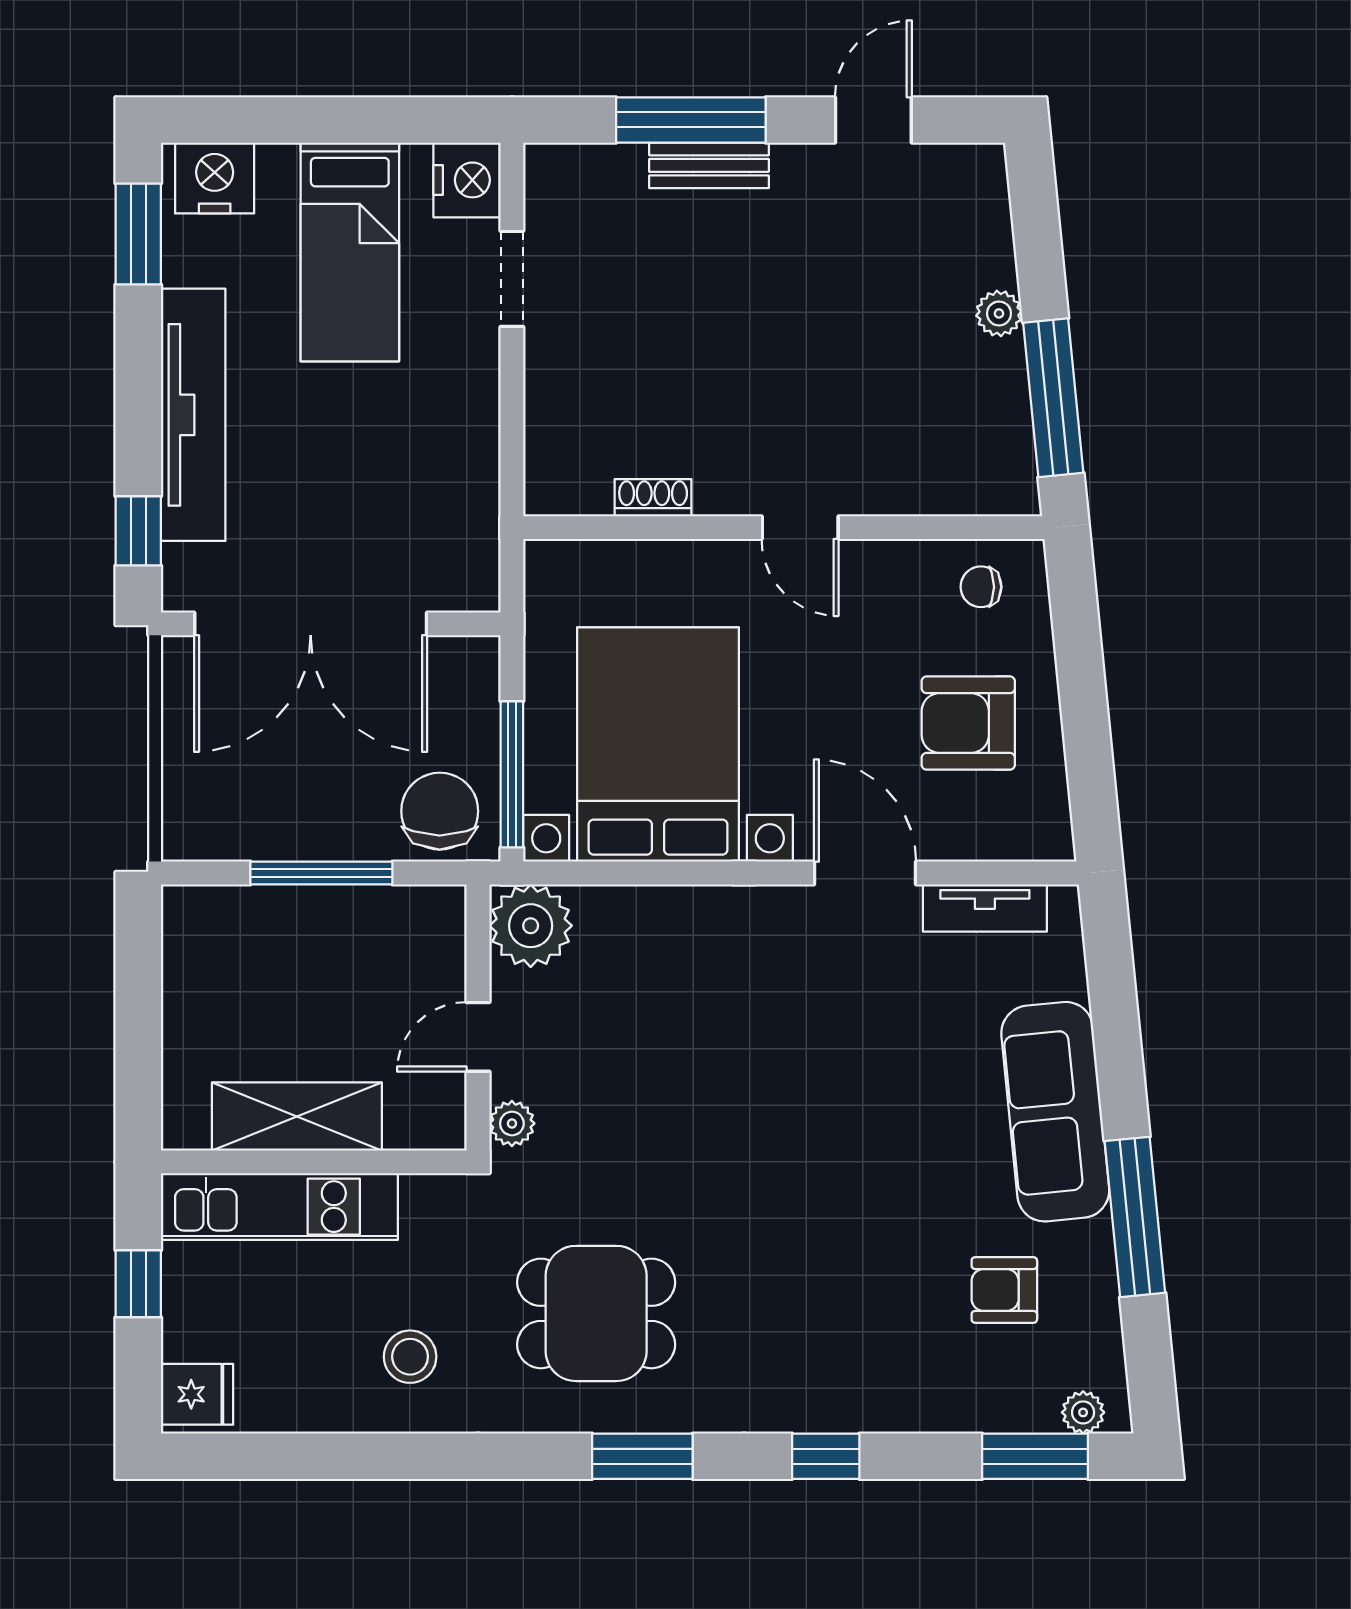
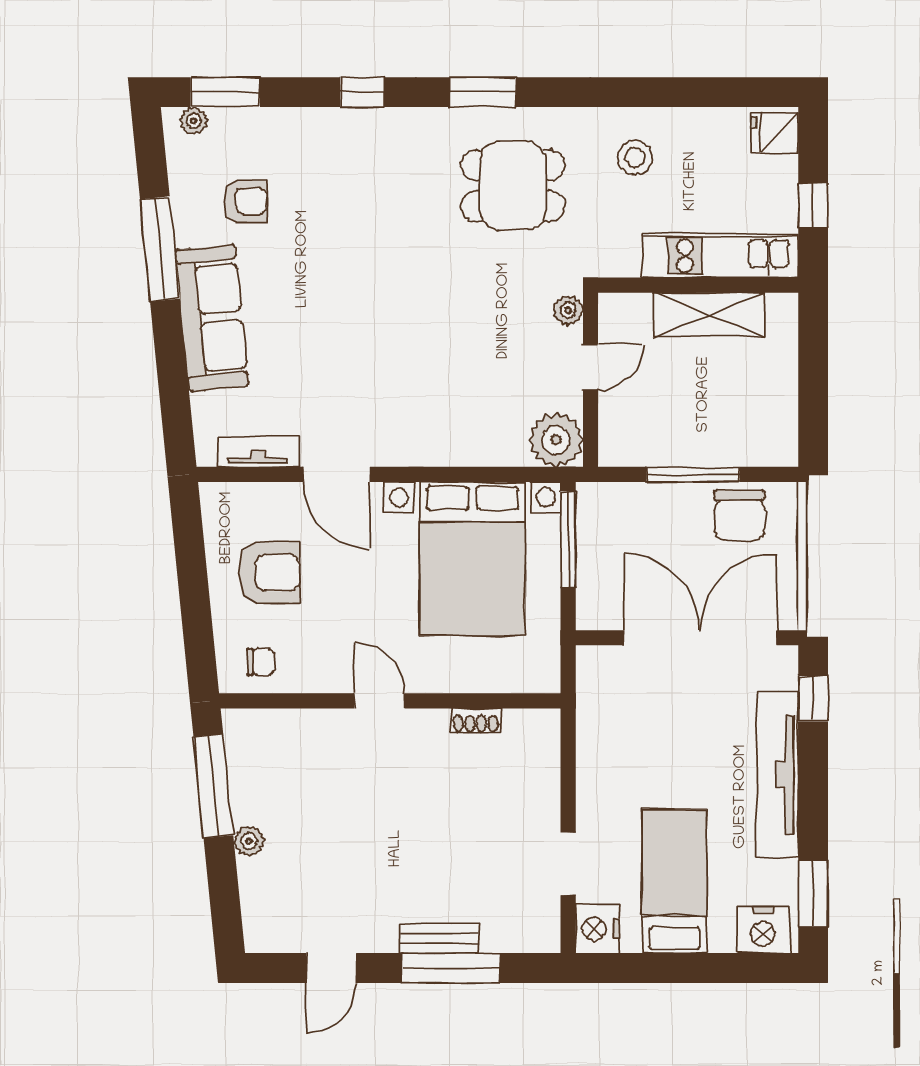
chair: (440, 811) -> (740, 515), moved

